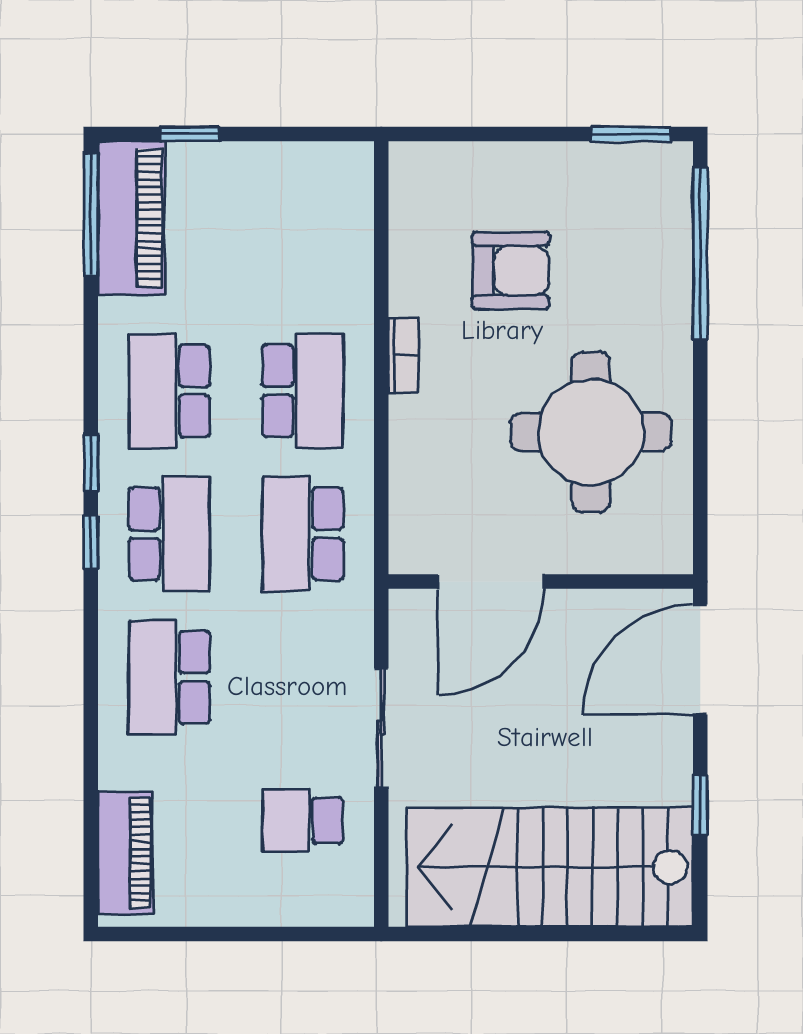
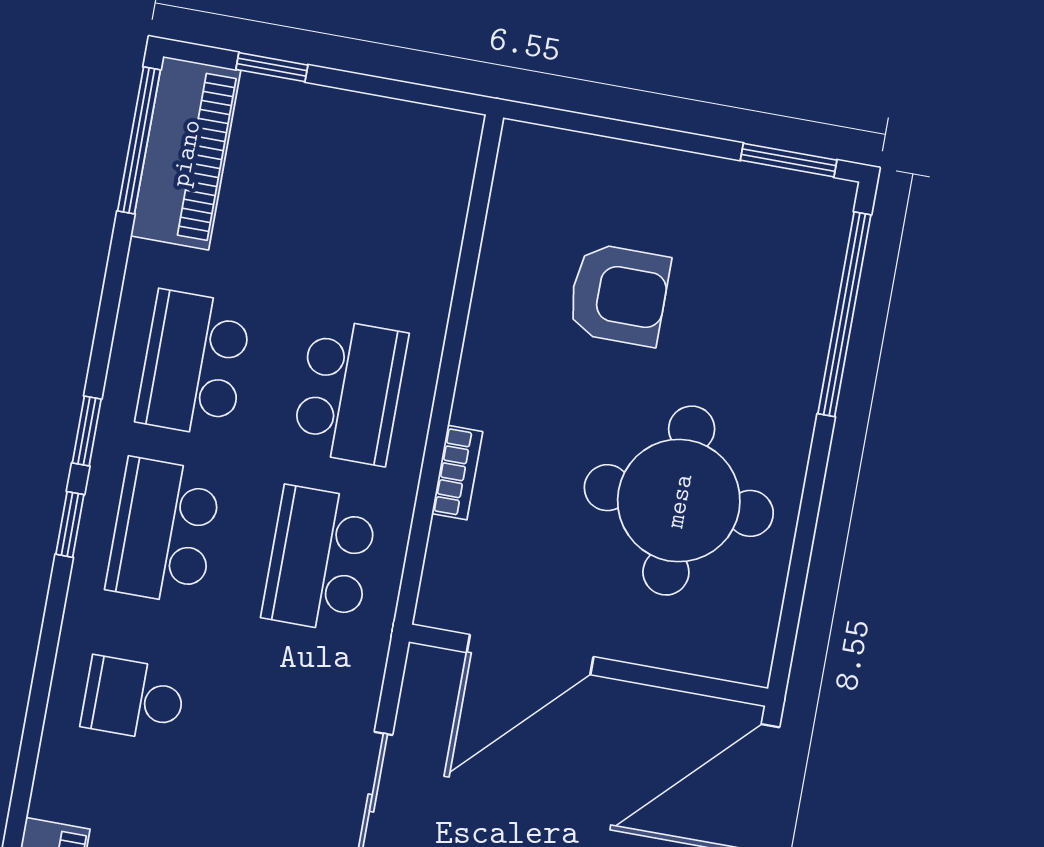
bookcase: (403, 355) -> (457, 473), moved
school desk: (169, 534) -> (164, 531), turned 180
school desk: (169, 677) -> (134, 699), width x0.54

